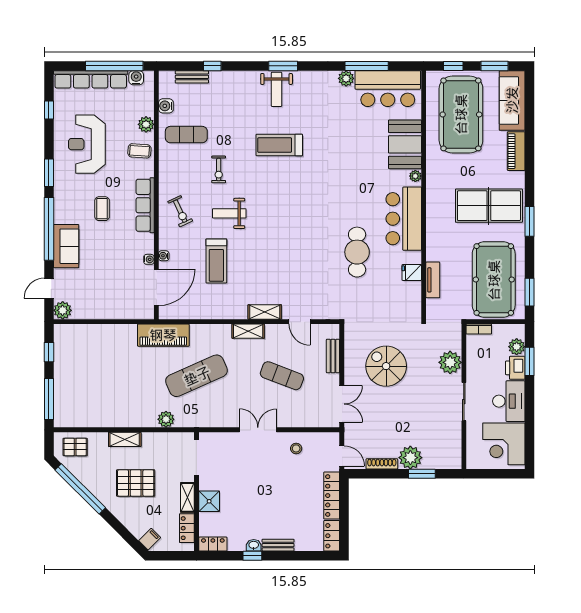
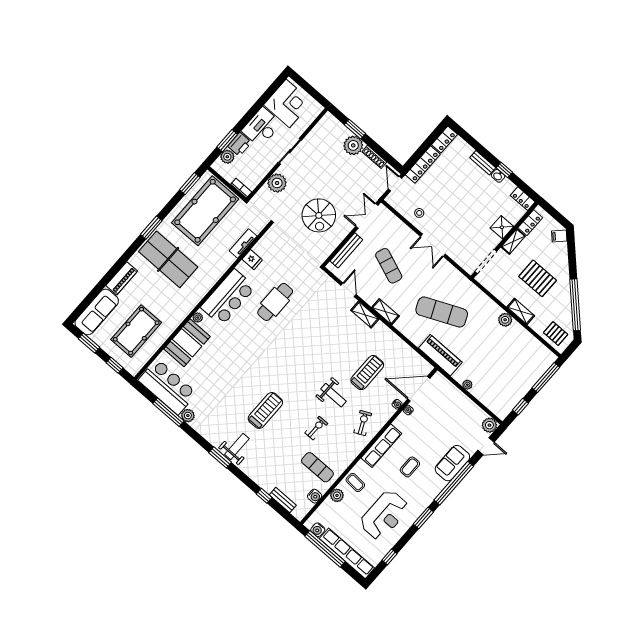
pool table: (461, 114) -> (136, 331), width x0.73, depth x0.76
treadmill: (279, 145) -> (265, 410), turned -90
plant: (115, 330) -> (467, 385), added
bench: (333, 356) -> (346, 250), width x1.36
plant: (166, 419) -> (505, 320), moved

